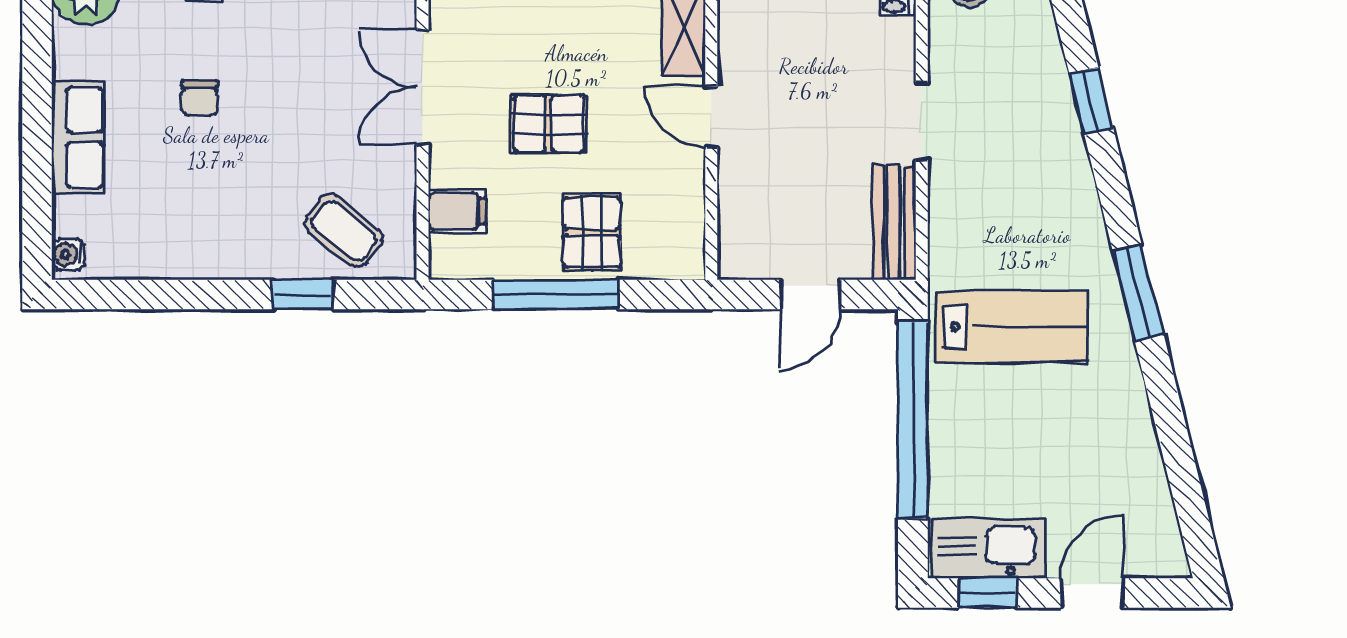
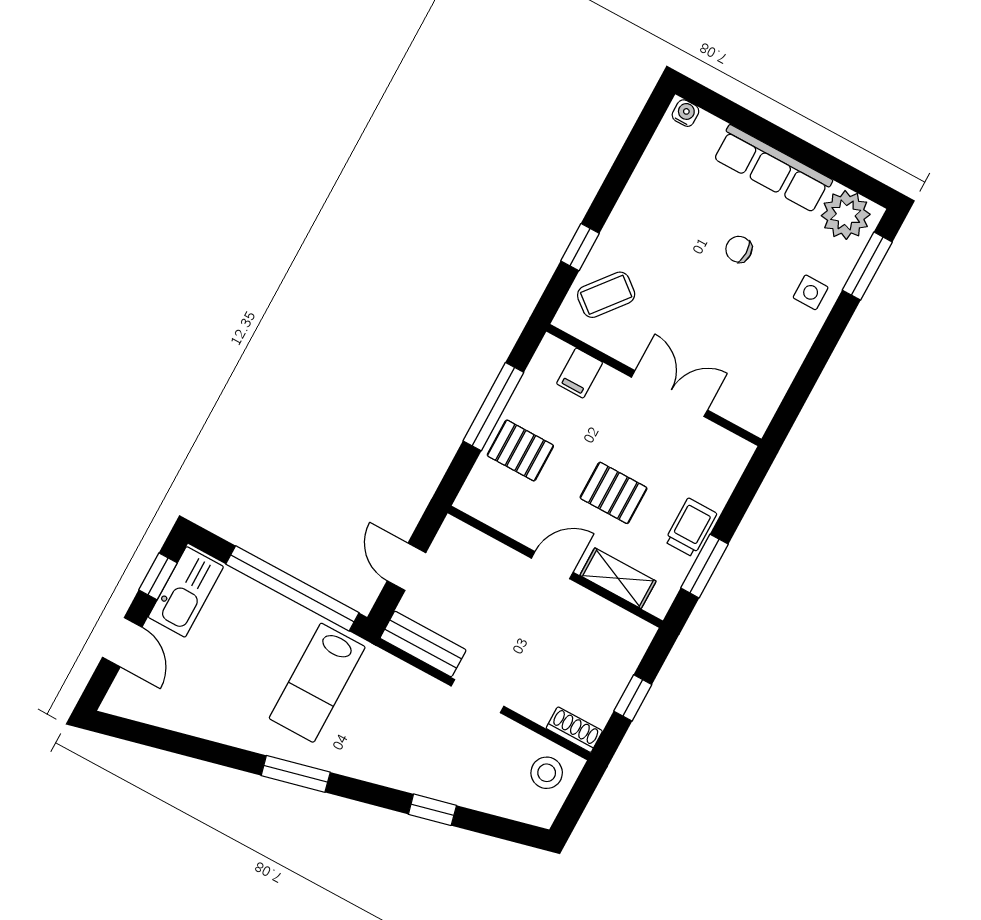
pallet: (549, 124) -> (614, 493), moved, turned 90
row of seats: (78, 137) -> (772, 169), width x1.48

